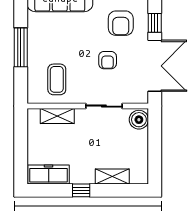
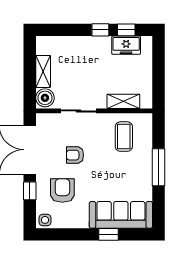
armchair: (108, 60) -> (75, 155), turned -90
freezer: (49, 174) -> (126, 45), width x0.71
shelving: (112, 177) -> (43, 71), moved, turned 90
window: (54, 190) -> (126, 30), added

